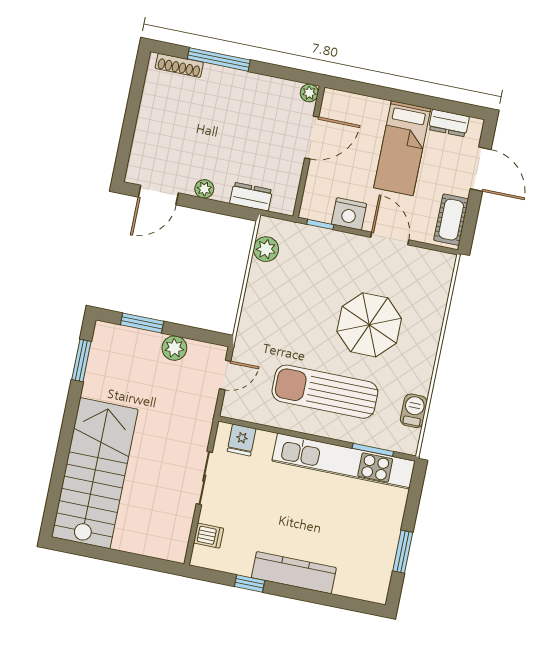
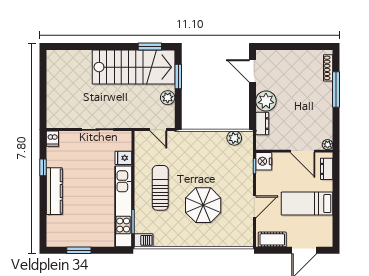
dresser: (449, 123) -> (327, 169), moved
plant: (204, 189) -> (266, 101), width x1.88, depth x1.88
nightstand: (349, 214) -> (264, 161), moved
sun lounger: (325, 392) -> (160, 188), width x0.73, depth x0.75
barbecue: (414, 411) -> (144, 240), moved
fridge: (242, 440) -> (123, 158), moved
stairs: (95, 473) -> (134, 67), moved
dishwasher: (209, 536) -> (52, 139), moved

